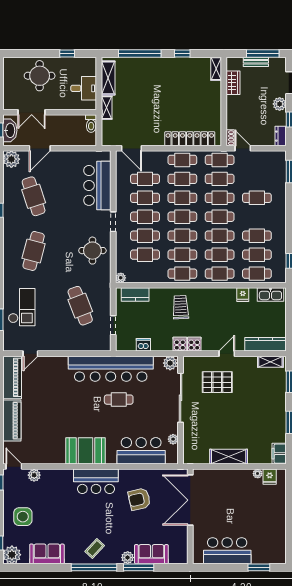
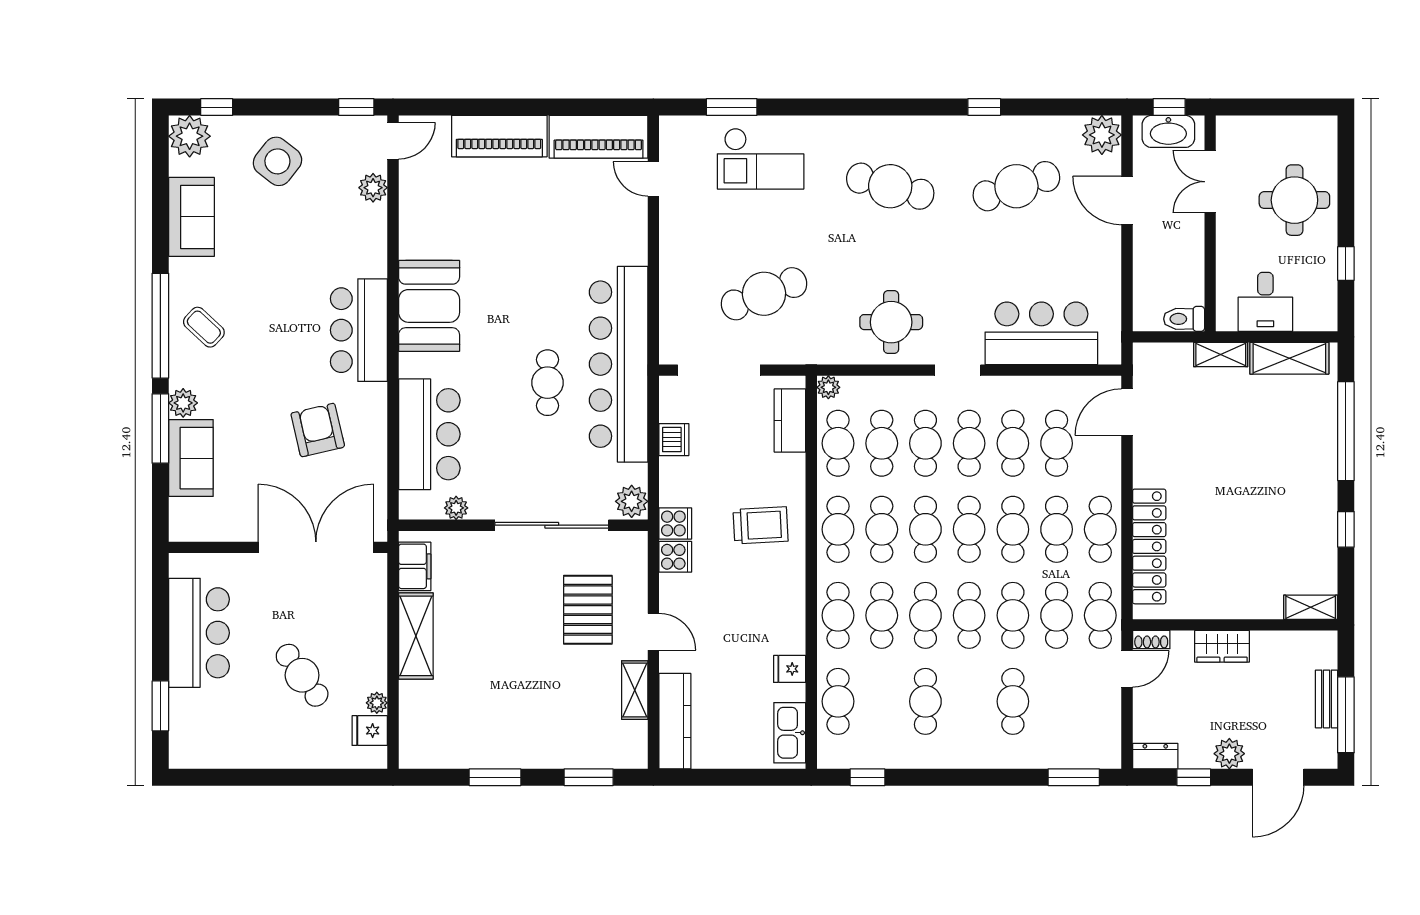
wardrobe: (233, 83) -> (1222, 646), moved
cafe table: (257, 255) -> (838, 443), moved
doorway: (113, 325) -> (719, 370), width x1.87
shelving: (270, 362) -> (635, 690), moved
filing cabinet: (279, 454) -> (415, 566), moved, turned 90
cafe table: (246, 506) -> (302, 675), added
side table: (23, 517) -> (277, 161), turned 38

